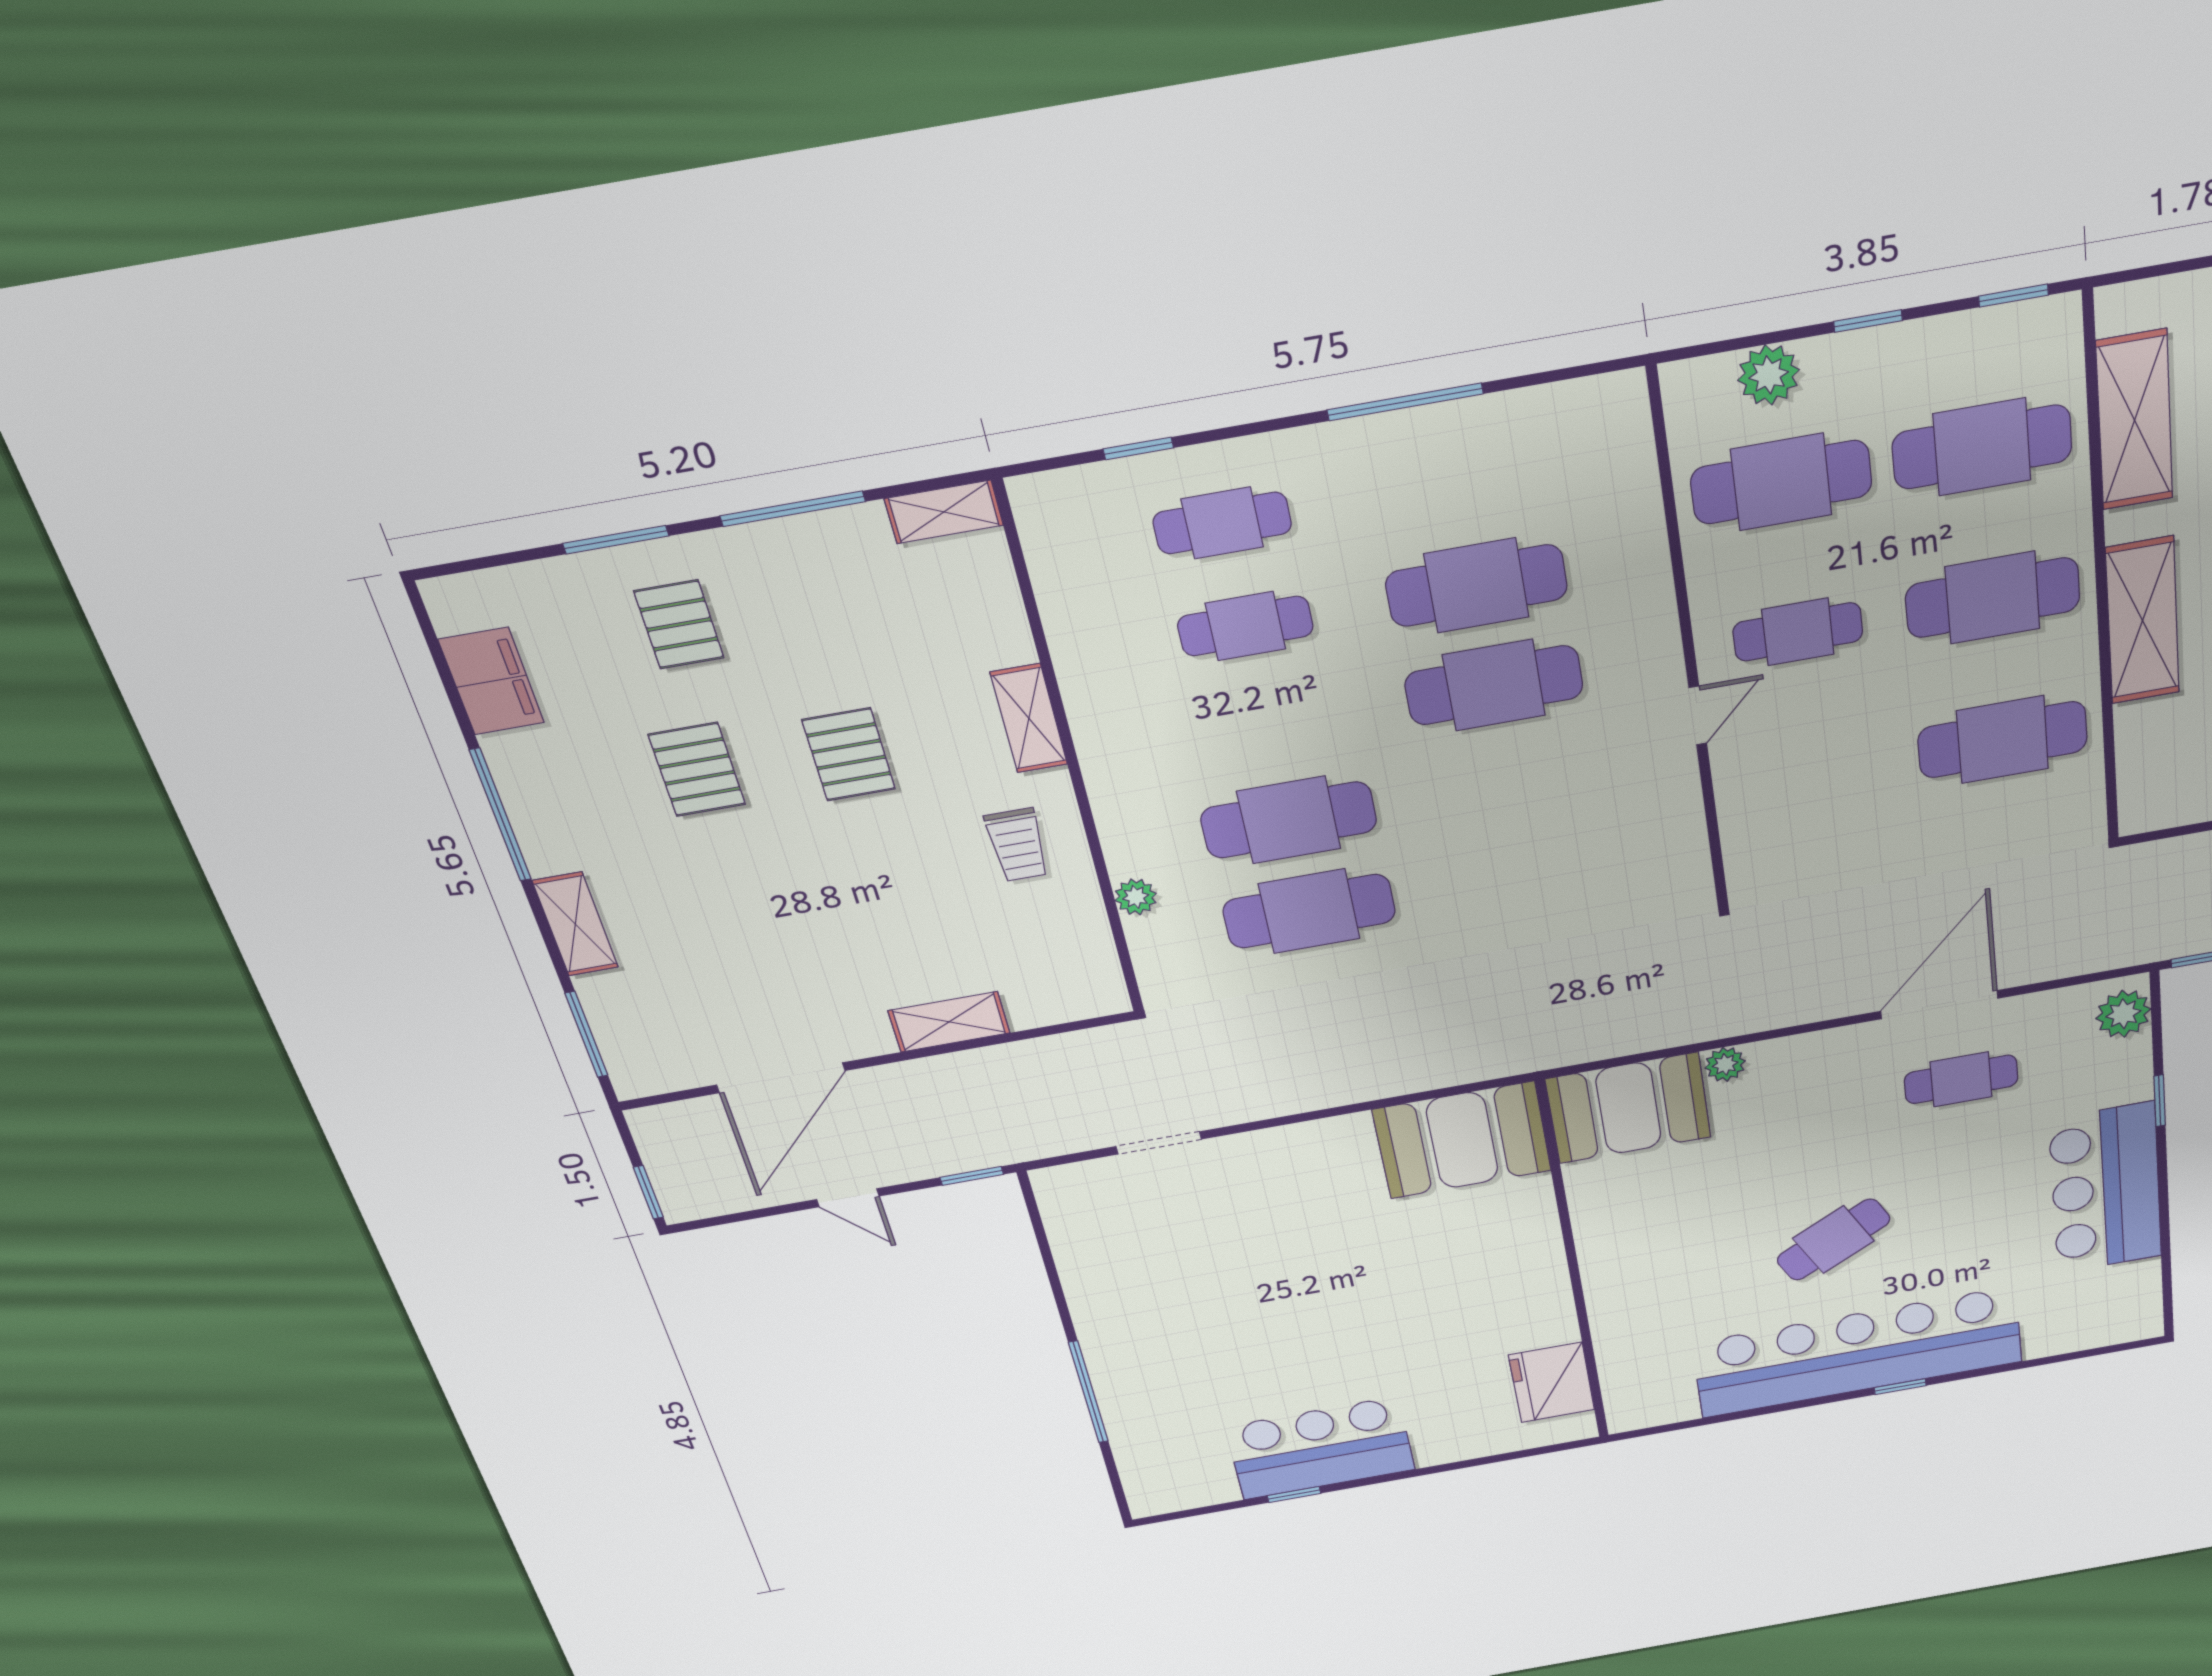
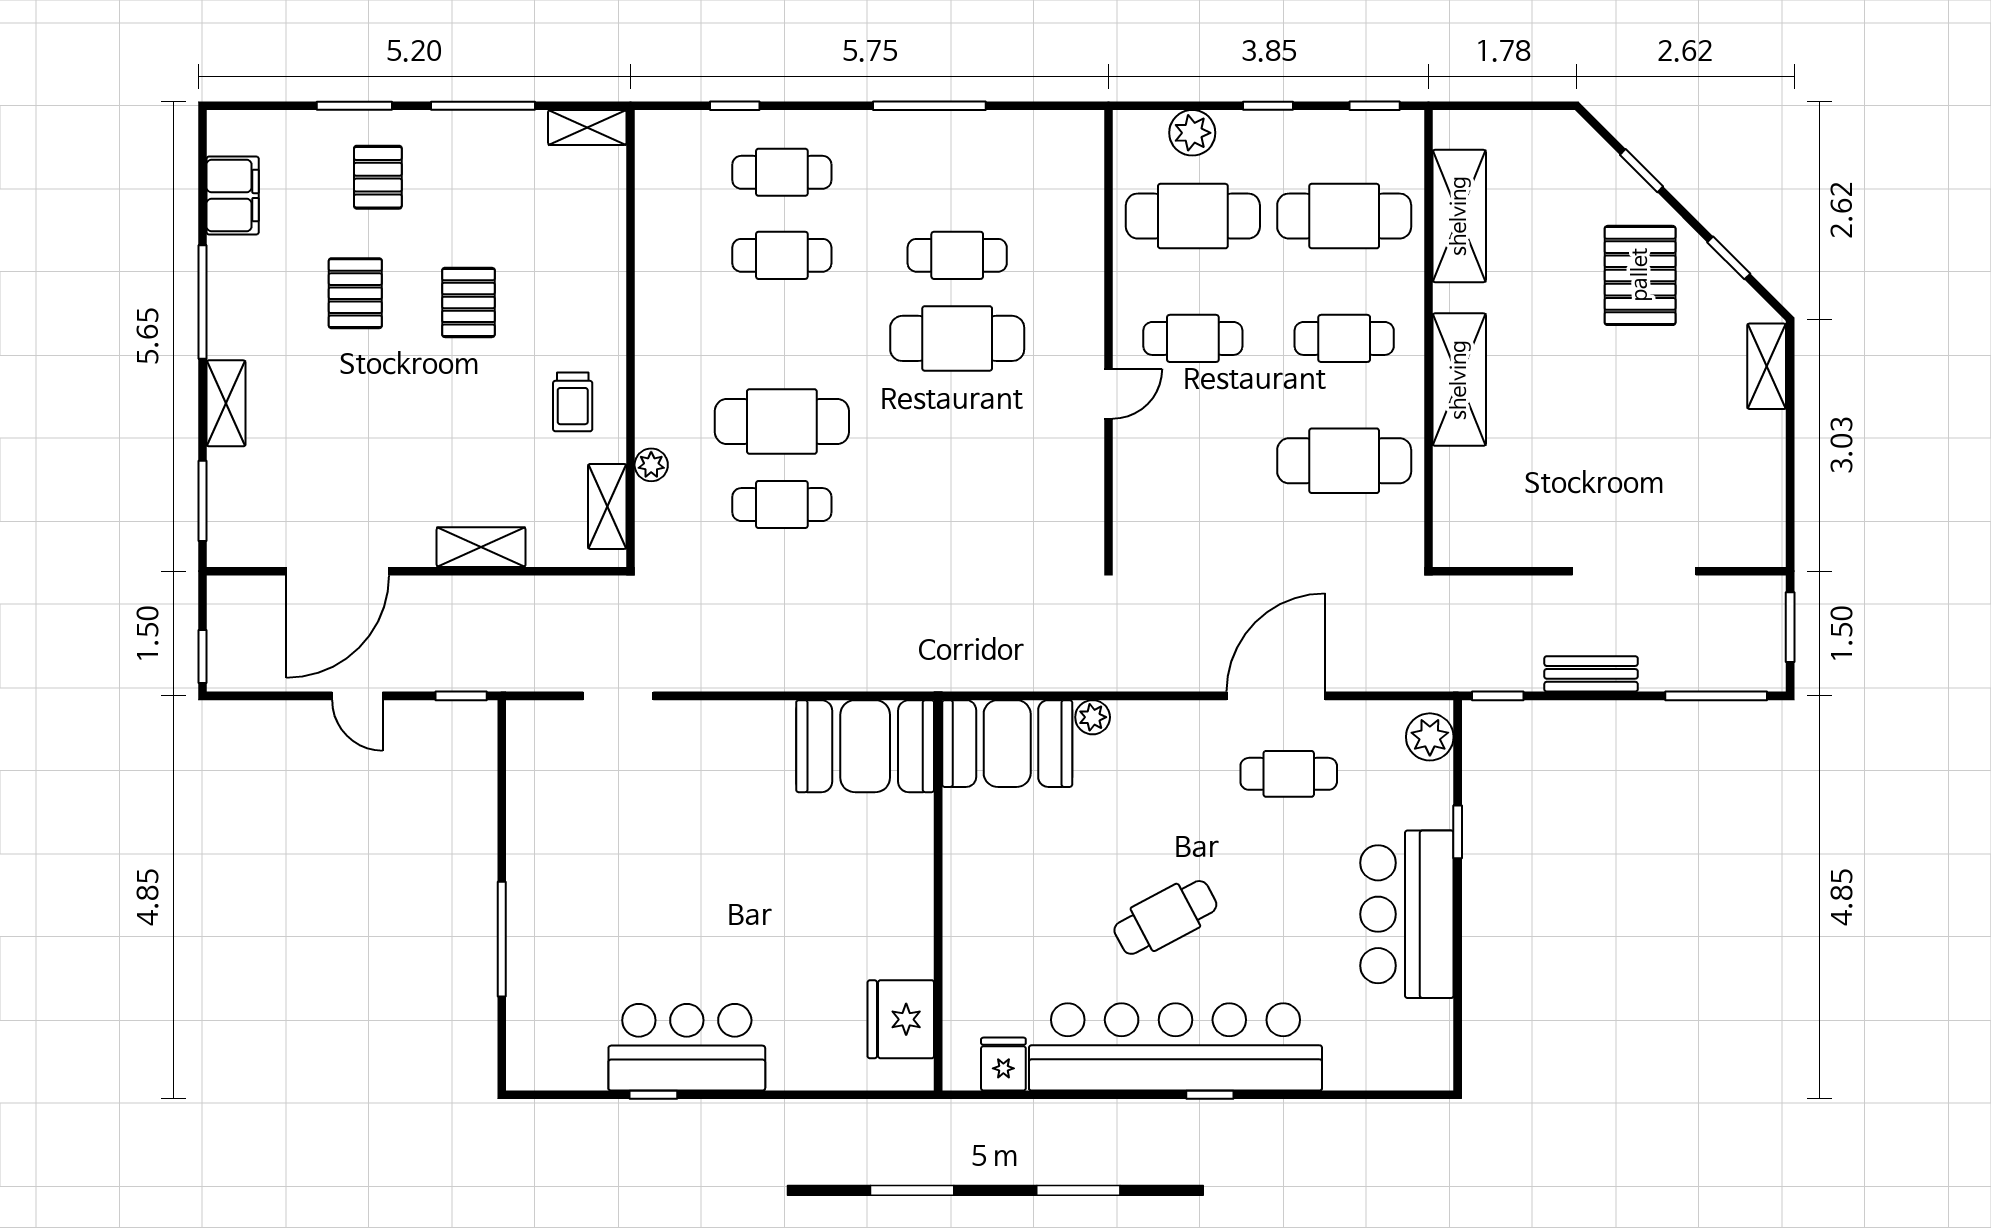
cafe table: (1477, 586) -> (957, 255), width x0.73, depth x0.74
cafe table: (1993, 598) -> (1344, 338), width x0.73, depth x0.74
shelving: (1029, 718) -> (607, 506), moved
cafe table: (1309, 911) -> (782, 505), width x0.73, depth x0.74
fridge: (1671, 1401) -> (1003, 1064), added

